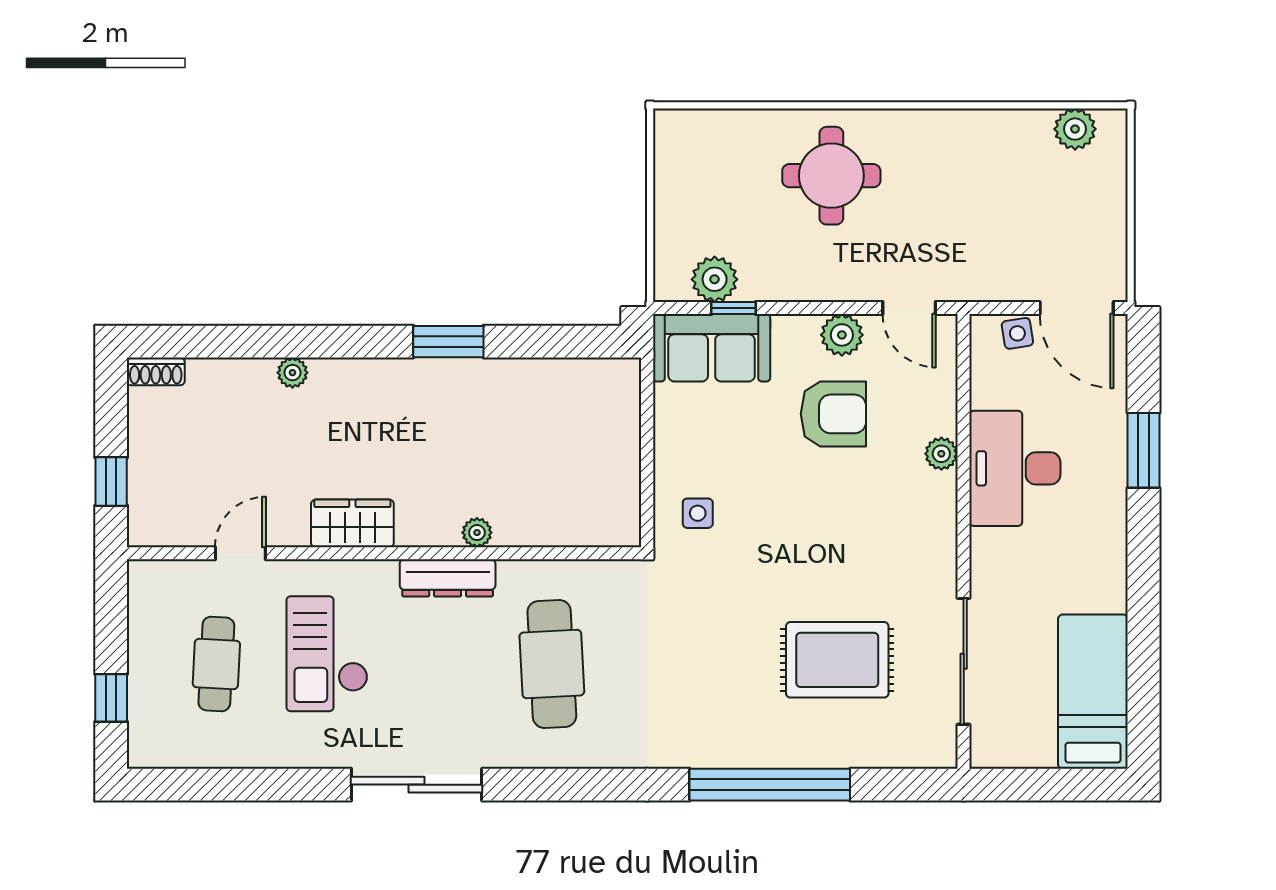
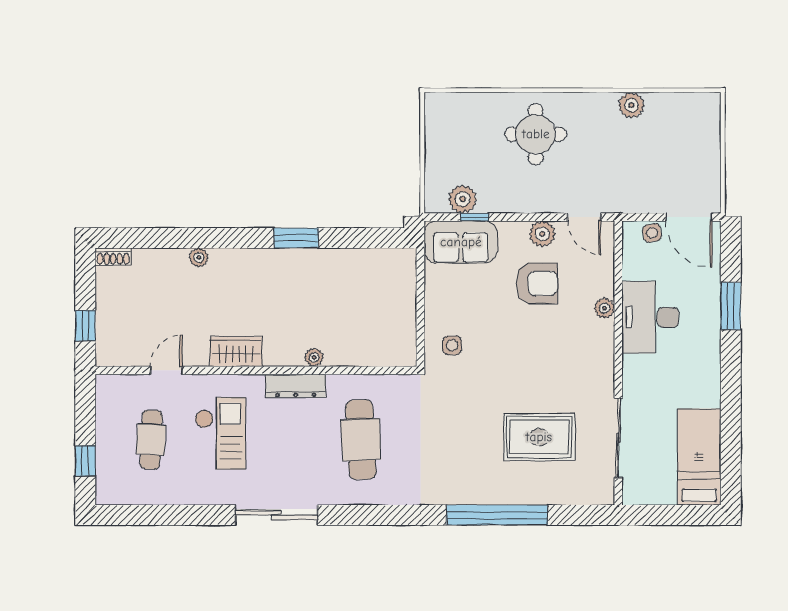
plant: (1075, 129) -> (631, 105), moved
checkout: (327, 654) -> (220, 433), turned 180

